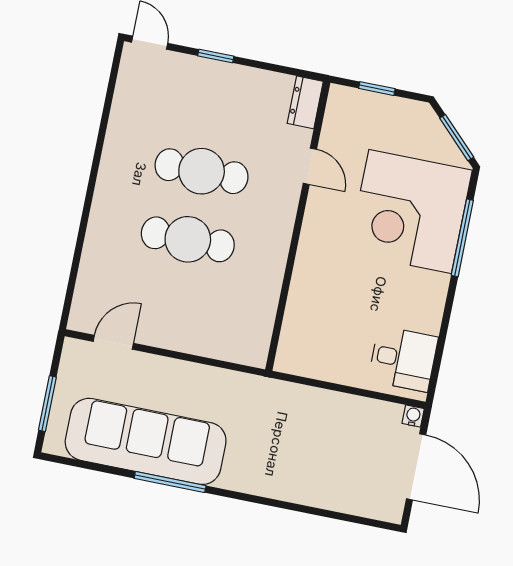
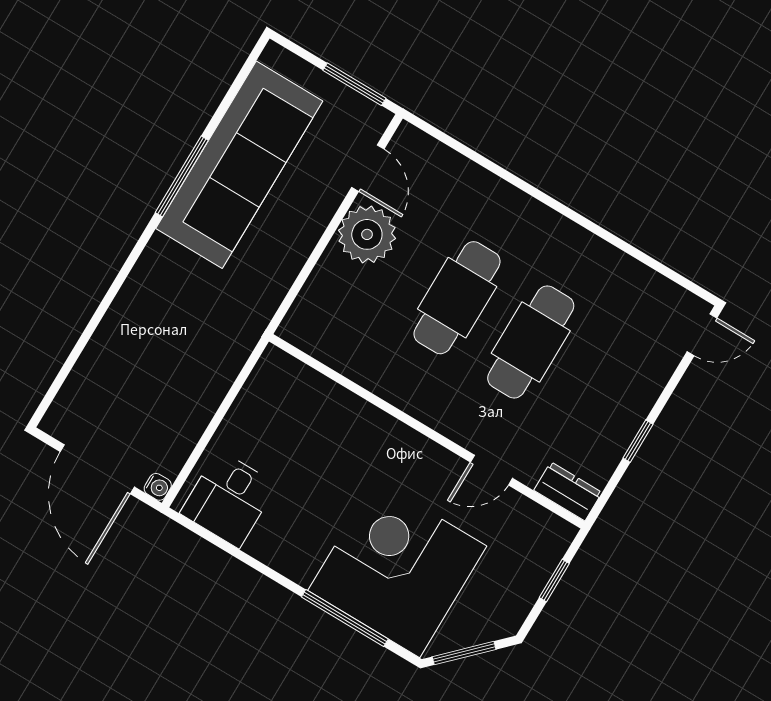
window: (216, 56) -> (638, 441), moved
plant: (164, 325) -> (367, 234), added
window: (47, 404) -> (354, 84), moved
door: (416, 467) -> (97, 469), hinge flipped

